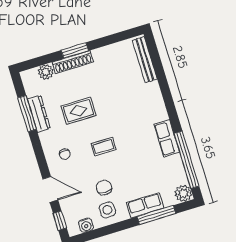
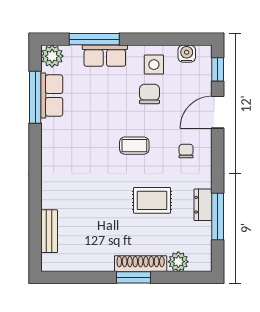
bench: (145, 60) -> (49, 231), width x0.73
dresser: (39, 114) -> (203, 205), width x0.70
row of seats: (167, 138) -> (52, 96), moved
window: (187, 160) -> (35, 97), width x0.68
chair: (104, 187) -> (149, 94), turned 180
door: (50, 189) -> (218, 112), hinge flipped

